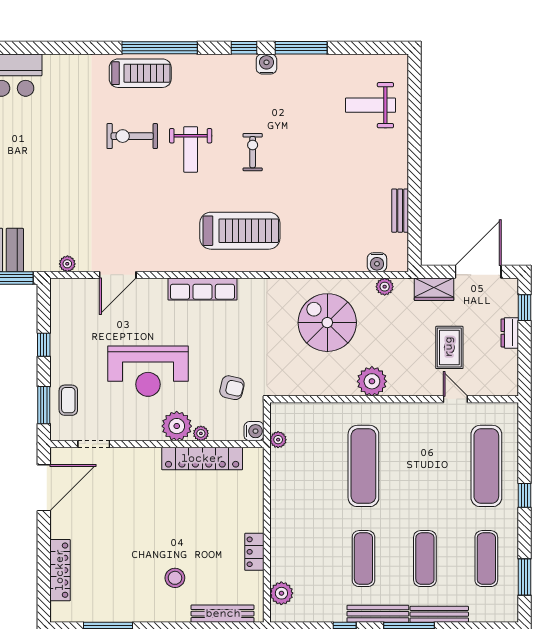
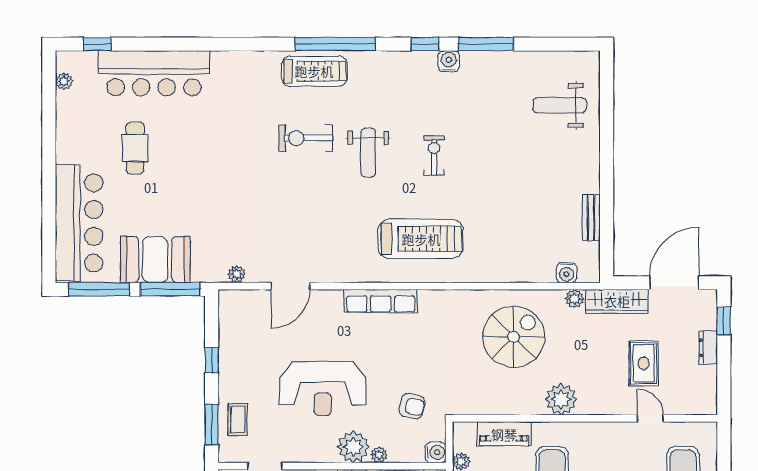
wardrobe: (434, 289) -> (617, 301), width x1.50
spiral stairs: (327, 323) -> (514, 337), turned 90
piano: (318, 414) -> (504, 434), added

